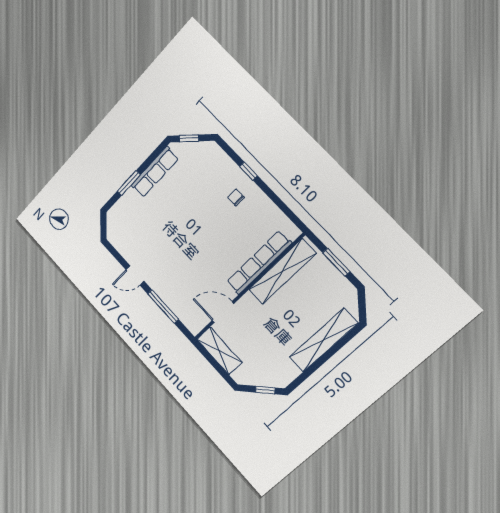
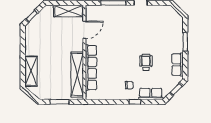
row of seats: (222, 162) -> (151, 94), added
row of seats: (155, 172) -> (178, 65), width x0.68
wheelchair: (192, 204) -> (146, 62), added
shelving: (323, 340) -> (31, 71), width x0.68

